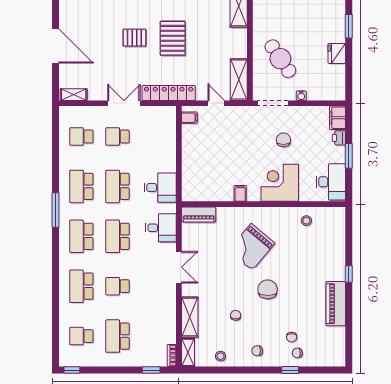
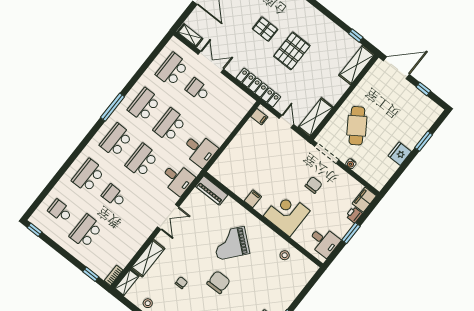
double door: (124, 103) -> (211, 62), moved
school desk: (81, 136) -> (172, 69), width x1.85
desk: (331, 182) -> (324, 241), width x0.73

